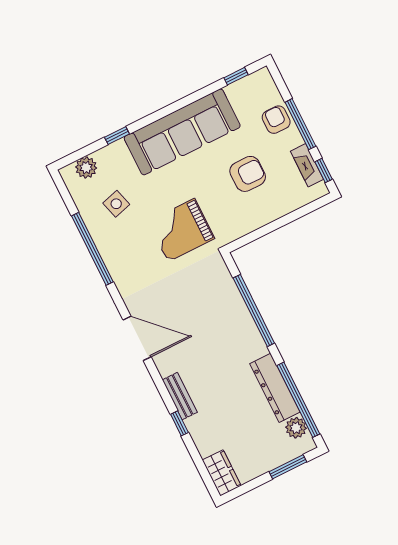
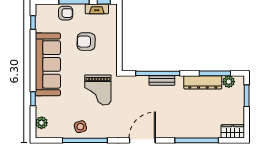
armchair: (276, 120) -> (66, 13), turned 180
armchair: (248, 174) -> (86, 42), turned -89
side table: (116, 204) -> (80, 127), moved
bench: (180, 396) -> (162, 80), moved
window: (298, 400) -> (215, 73), width x0.68
window: (179, 423) -> (197, 140), width x3.17

